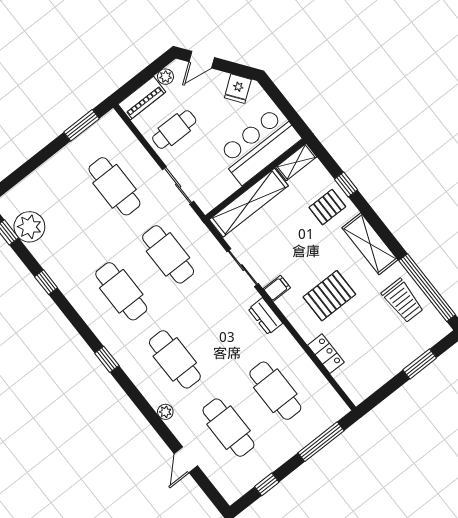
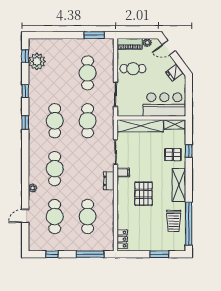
pallet: (329, 296) -> (144, 194), turned 90
locker: (326, 354) -> (122, 239), moved
window: (107, 359) -> (25, 123), moved

